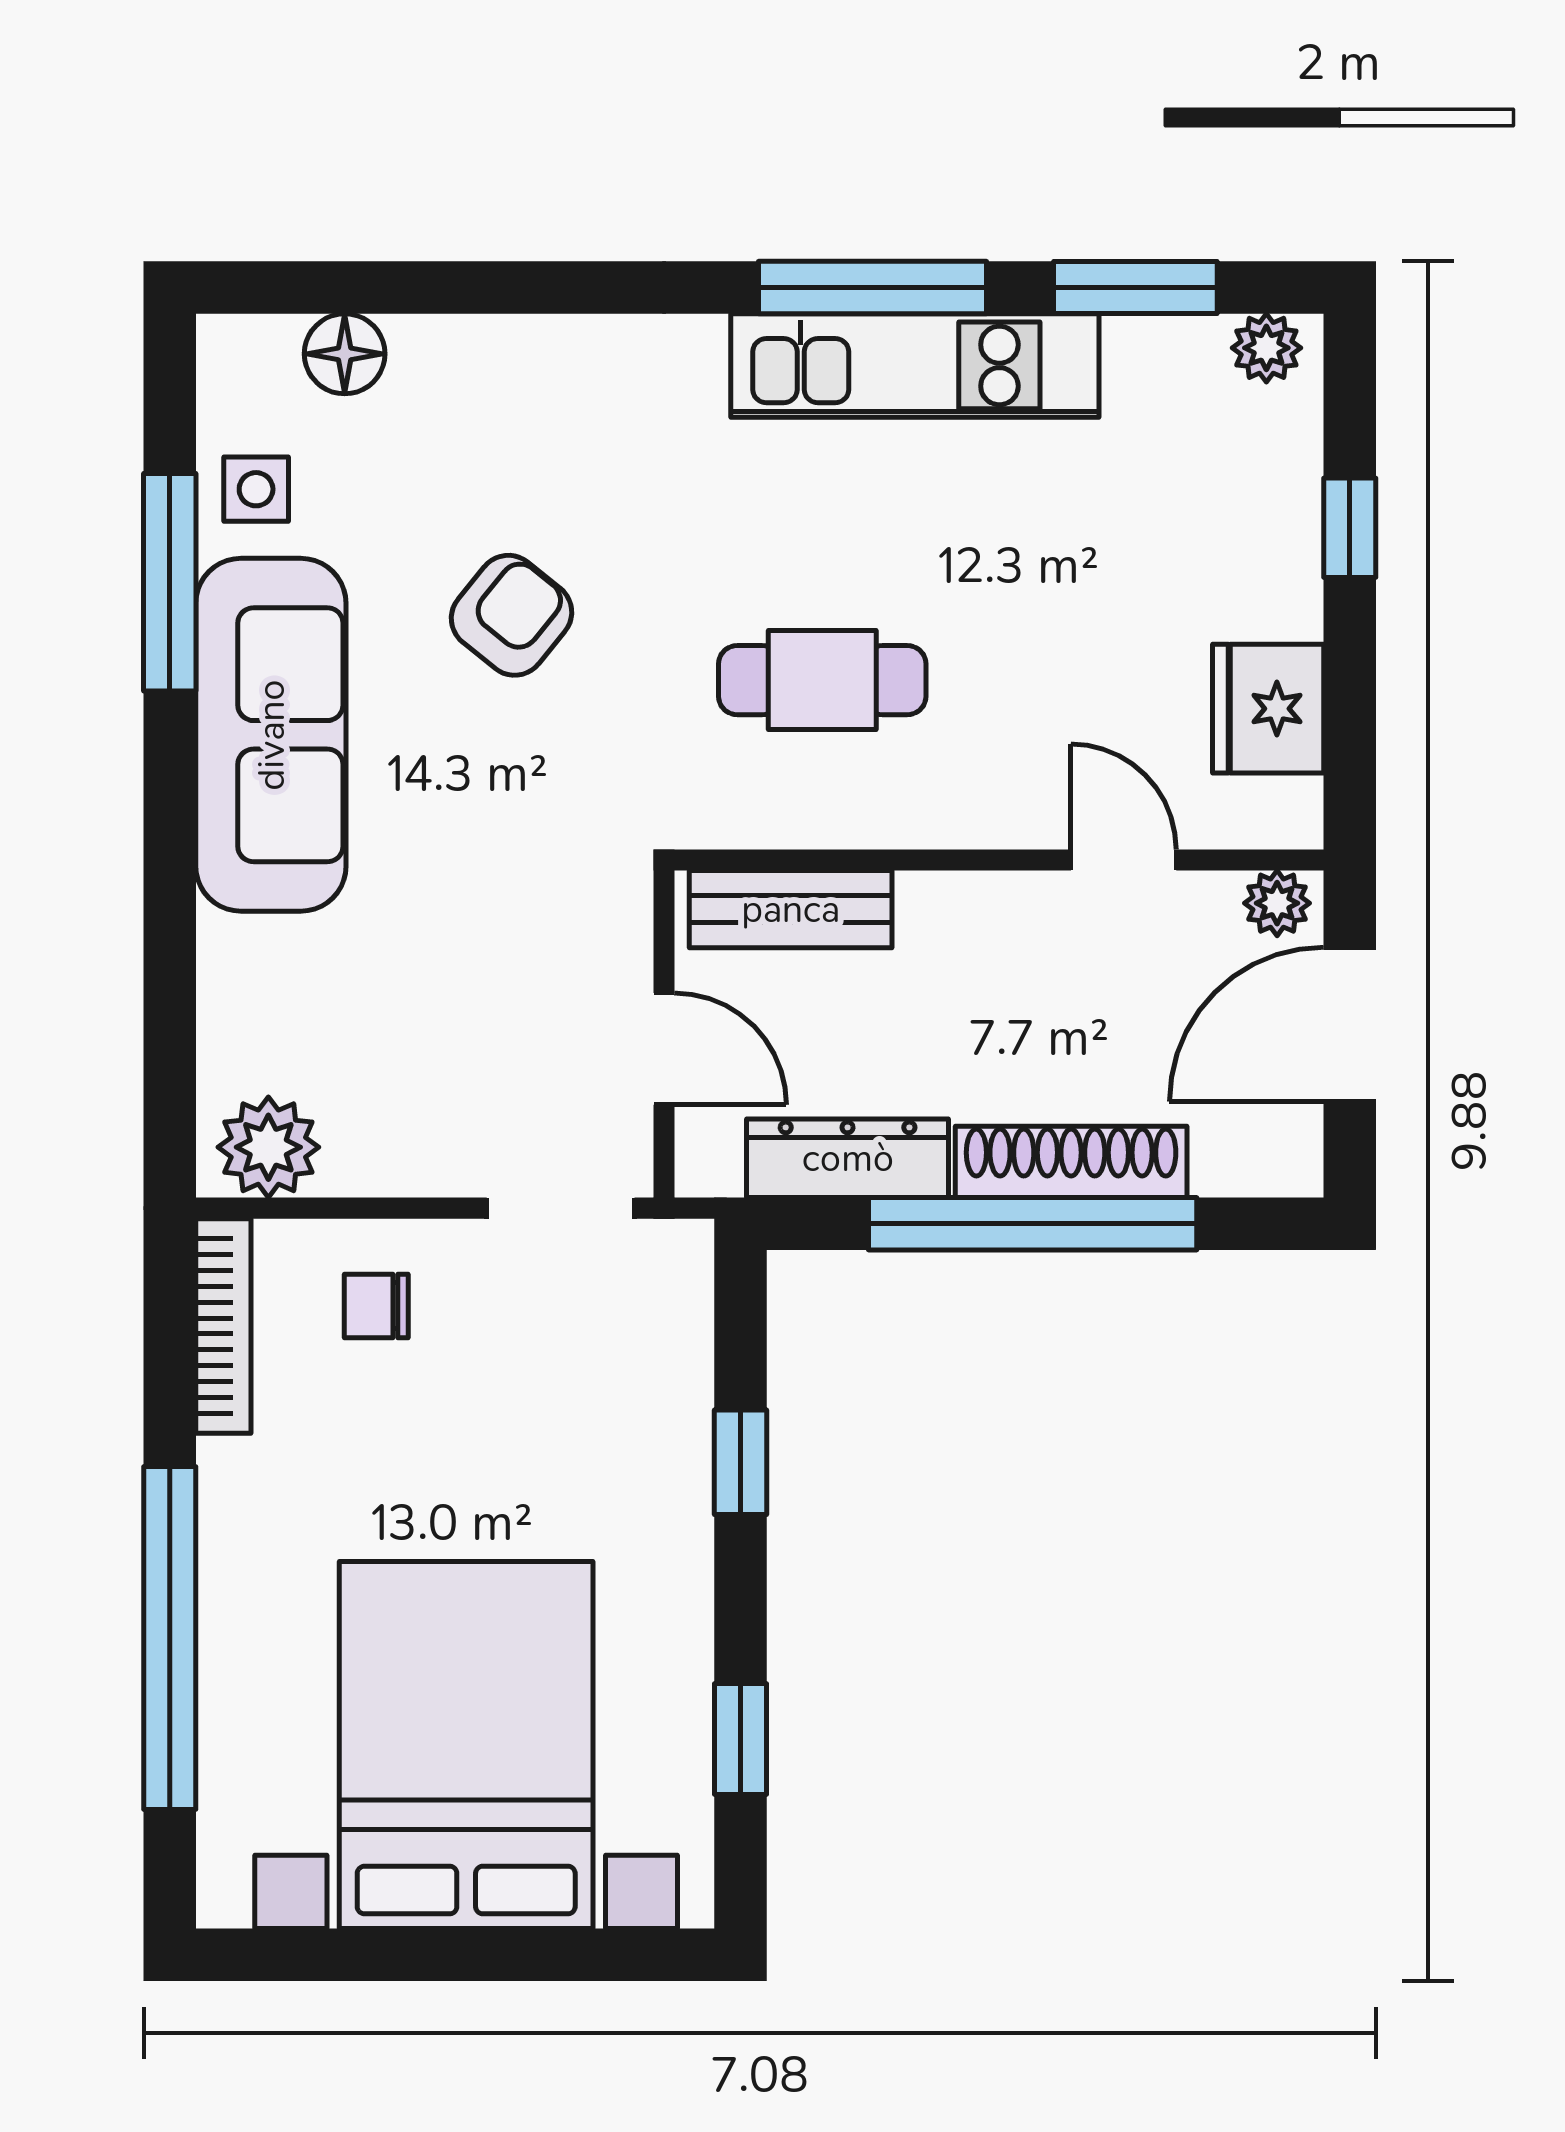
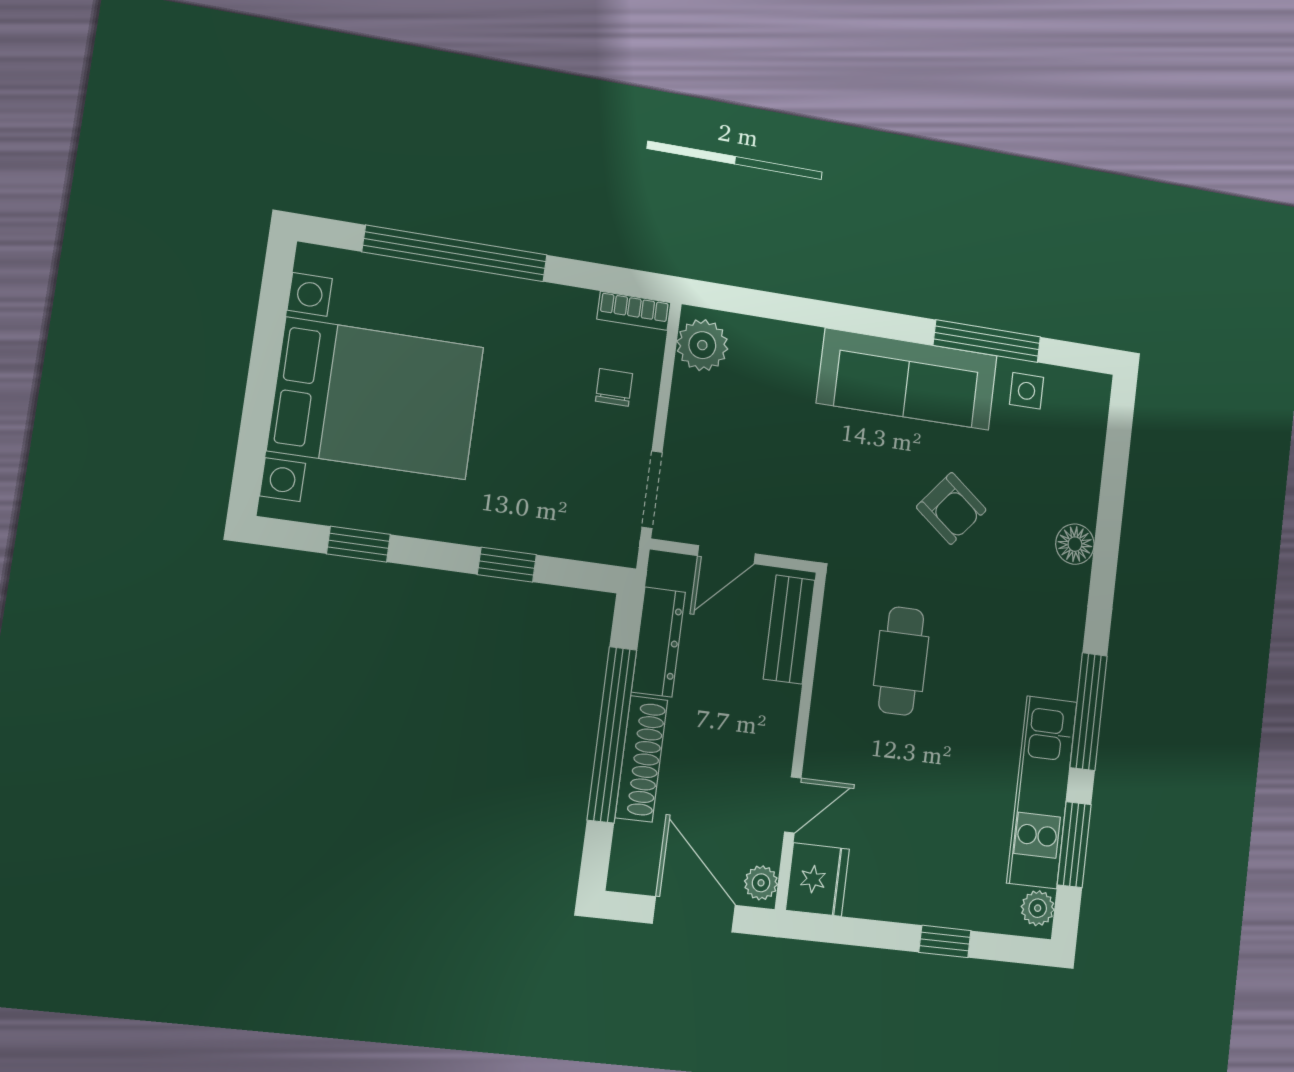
floor lamp: (345, 354) -> (1075, 544), moved
kitchen unit: (915, 365) -> (1042, 792), moved
fridge: (1268, 709) -> (817, 880), moved, turned 90
bookcase: (223, 1326) -> (634, 311), width x0.64

